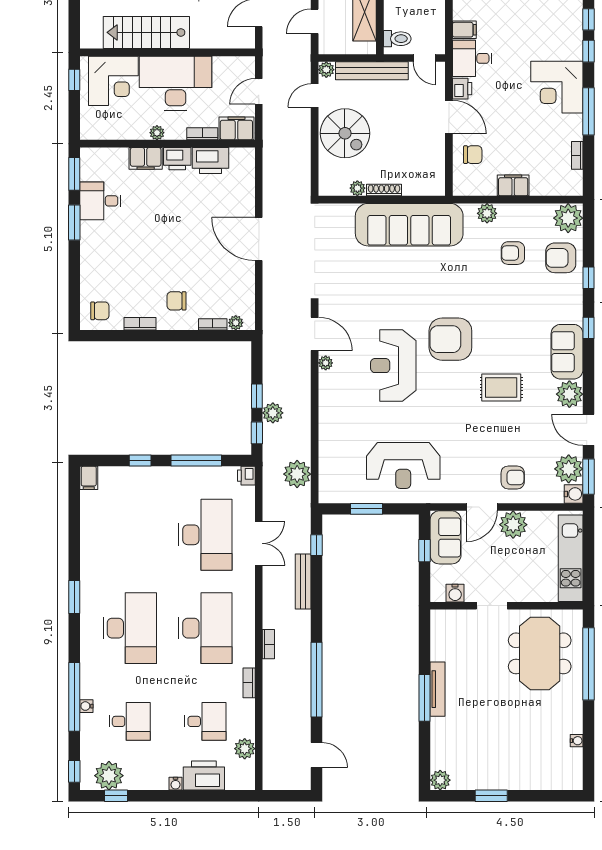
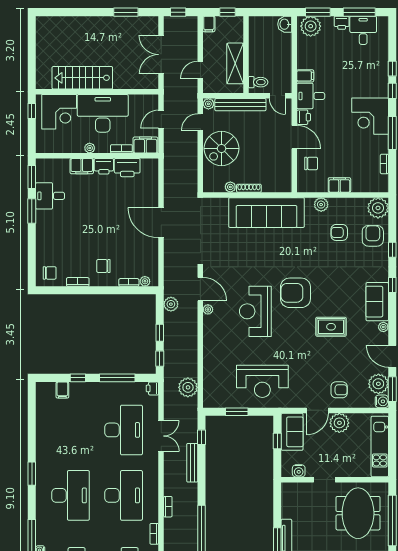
spiral stairs: (345, 133) -> (222, 148), turned 90
armchair: (561, 258) -> (373, 236), turned 90
plant: (569, 394) -> (383, 327), width x0.53, depth x0.53
plant: (273, 413) -> (171, 304), moved
filing cabinet: (89, 478) -> (62, 390), moved

